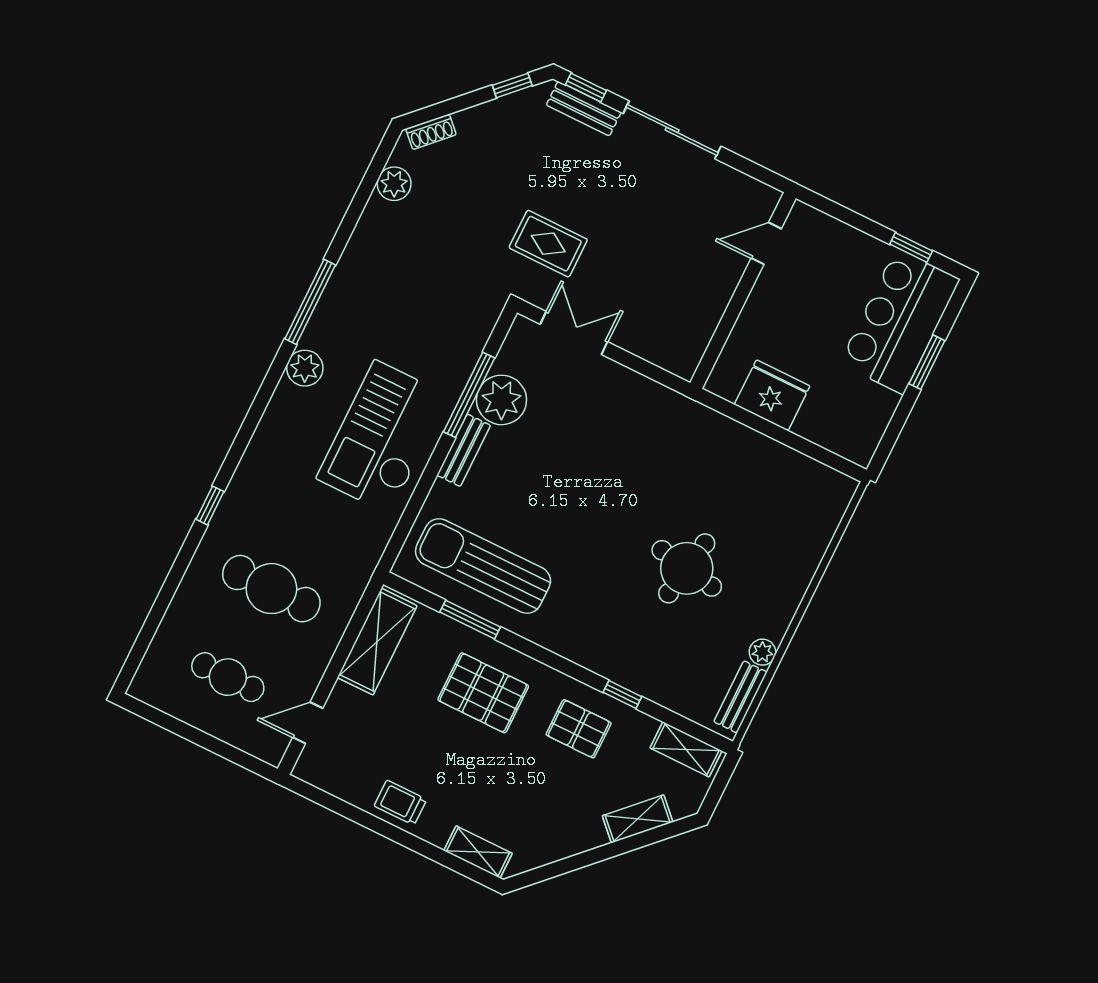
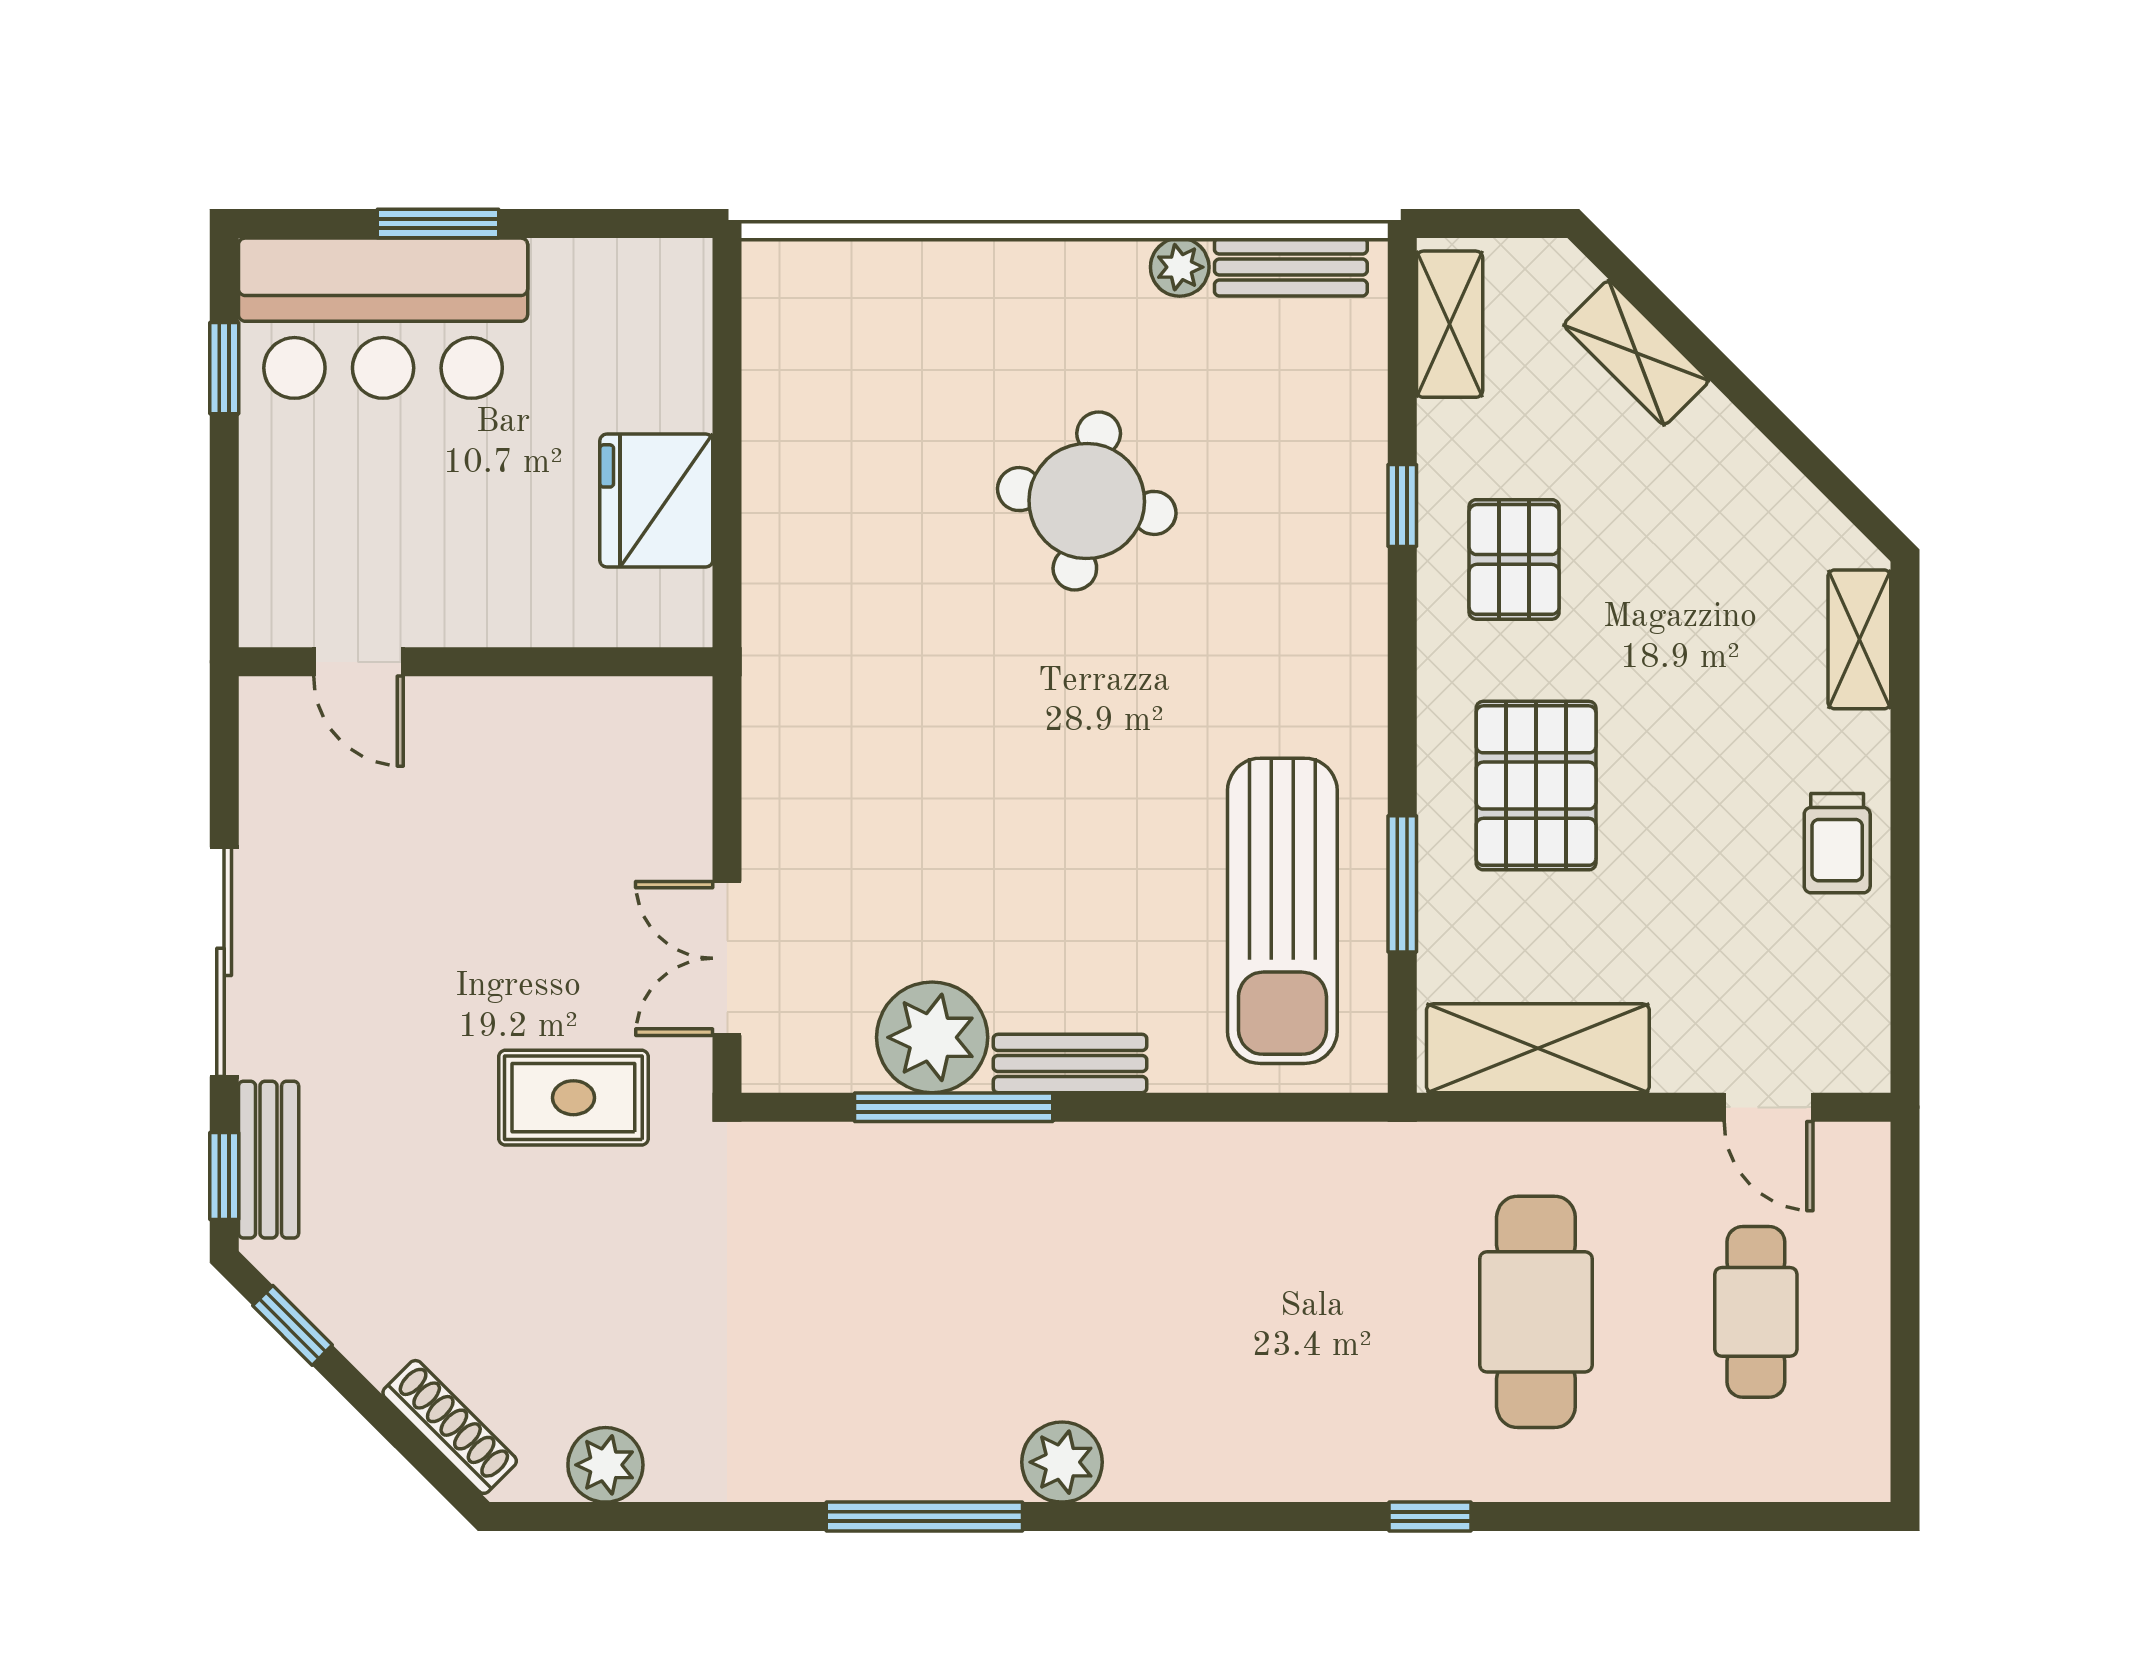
shoe rack: (431, 132) -> (450, 1427), width x1.43
rug: (548, 244) -> (573, 1098), turned 90
checkout: (382, 437) -> (1124, 1239), removed

